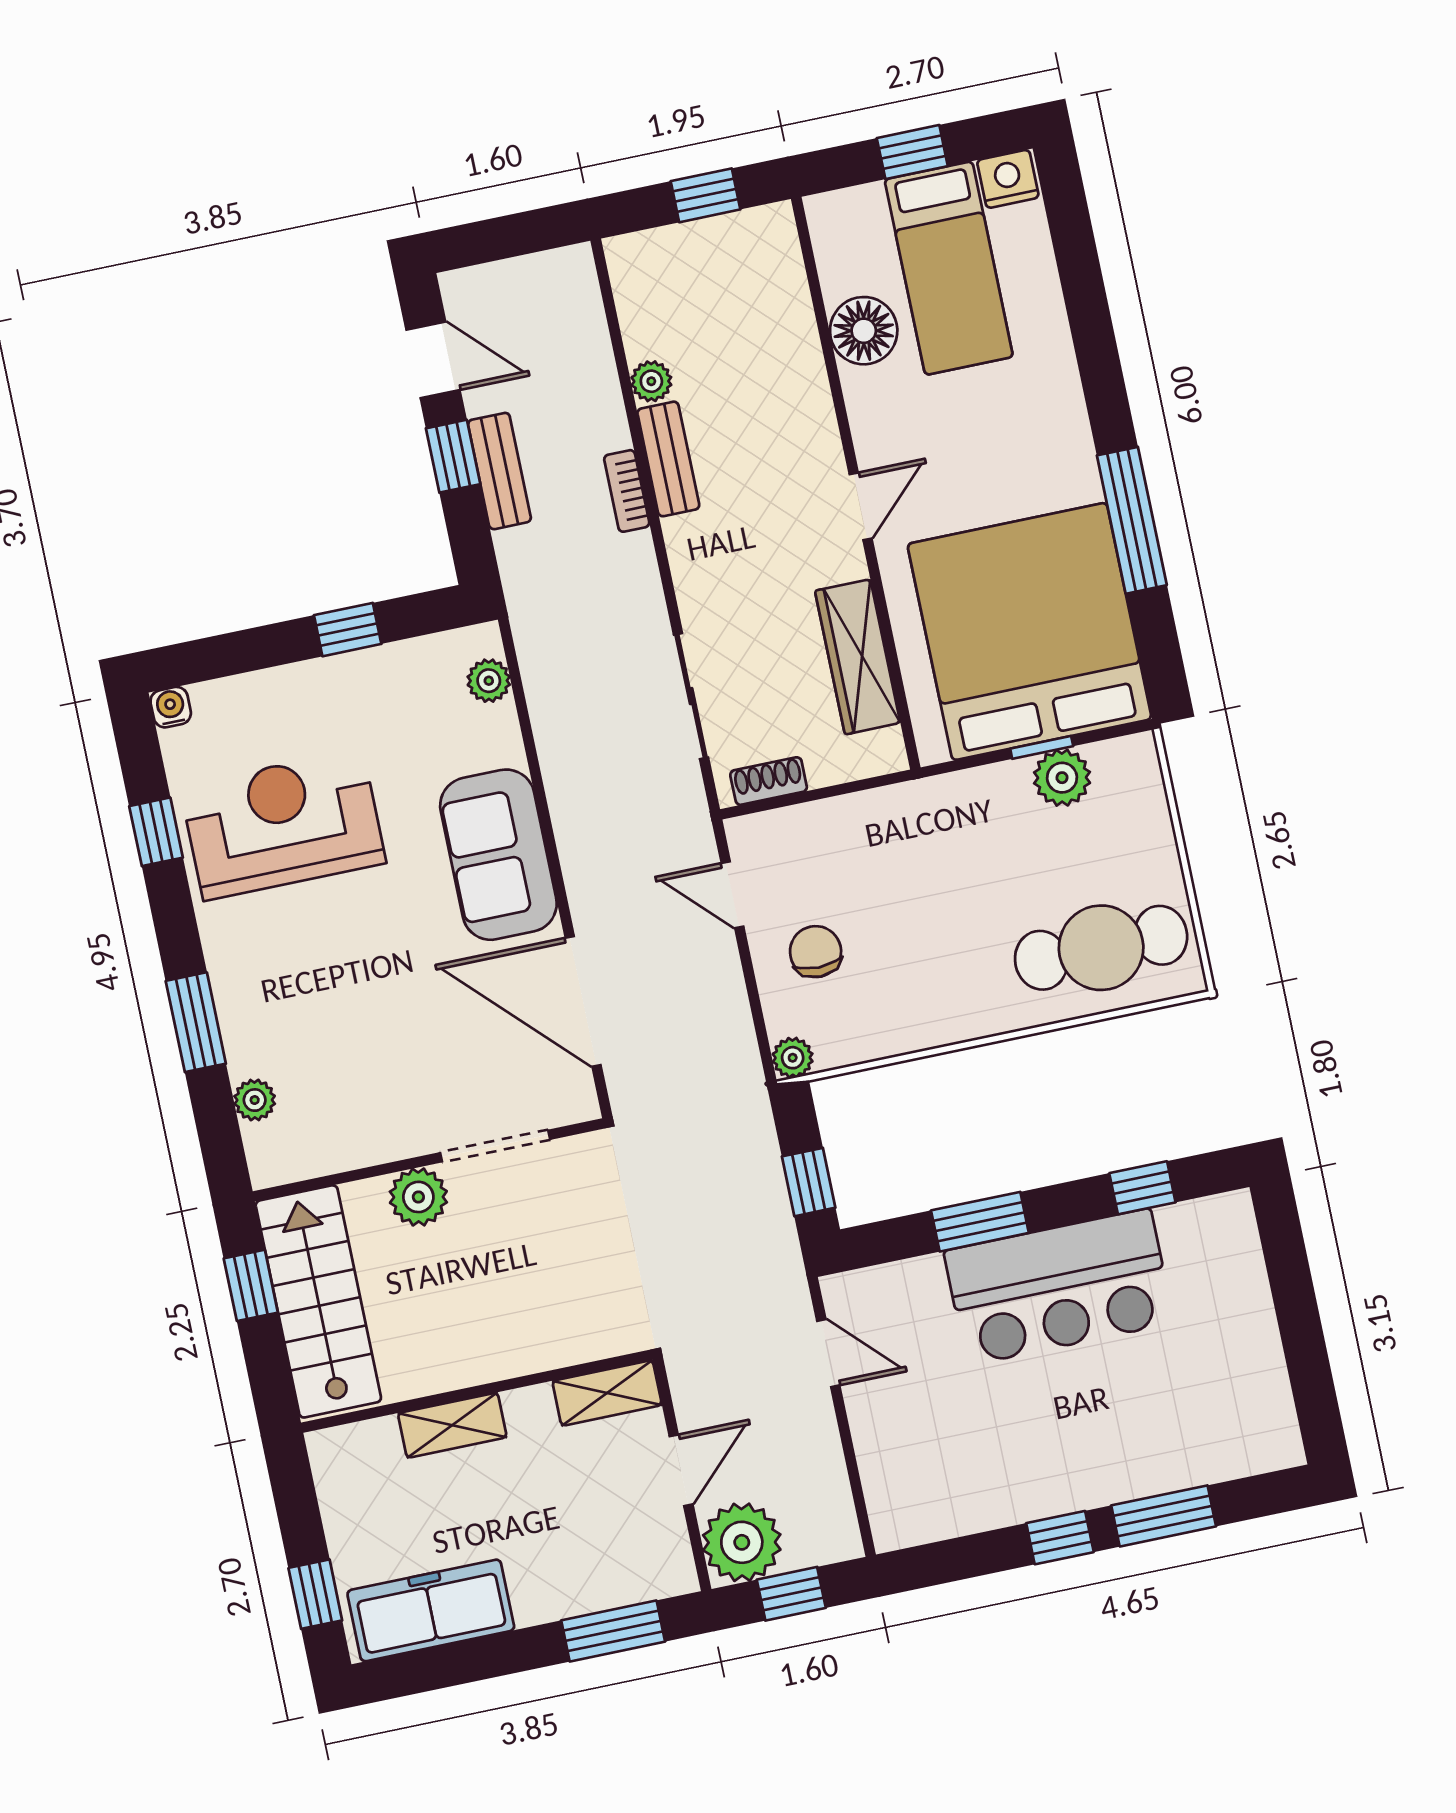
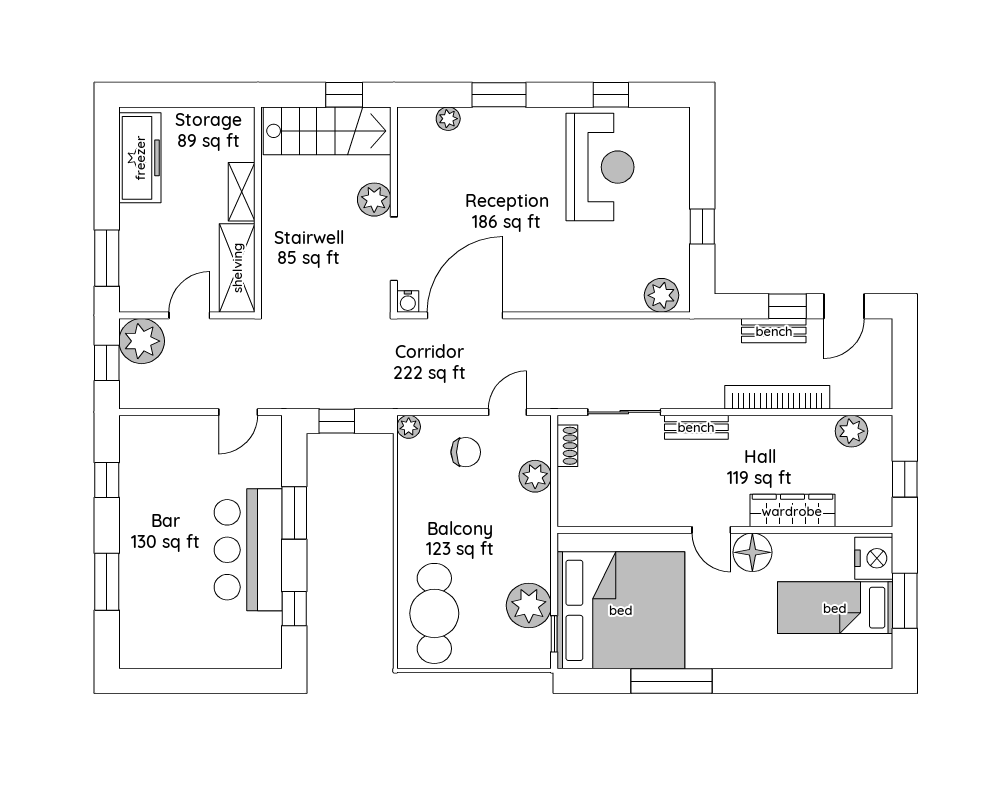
window: (912, 152) -> (905, 601), width x1.50
nightstand: (1008, 179) -> (874, 558), moved, width x1.36, depth x1.33
floor lamp: (864, 331) -> (752, 552), moved
plant: (651, 381) -> (851, 431), moved, width x1.38, depth x1.38
bench: (668, 459) -> (696, 427), moved
bookcase: (627, 491) -> (777, 397), width x2.31, depth x1.31
wardrobe: (858, 657) -> (792, 511), moved
plant: (489, 681) -> (661, 295), width x1.38, depth x1.38
water cooler: (171, 707) -> (408, 301), moved, turned 90
window: (1042, 747) -> (554, 634), moved
plant: (1062, 778) -> (529, 605), width x1.36, depth x1.36
plant: (832, 825) -> (535, 476), added
sofa: (498, 855) -> (558, 285), removed
shelving: (607, 1393) -> (237, 268), width x1.50, depth x1.33
door: (681, 1470) -> (189, 315), swing flipped
window: (1060, 1538) -> (107, 480), moved
window: (315, 1594) -> (163, 95), removed

